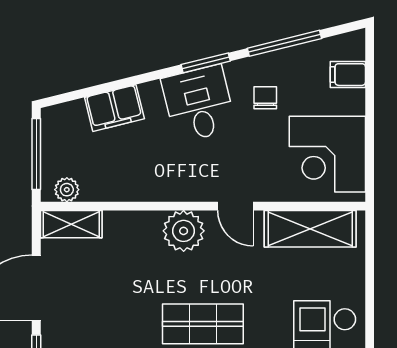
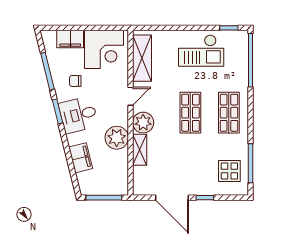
filing cabinet: (348, 75) -> (70, 39), width x2.00
plant: (67, 190) -> (117, 138), moved, width x1.88, depth x1.88
shelving: (71, 224) -> (140, 150), moved

